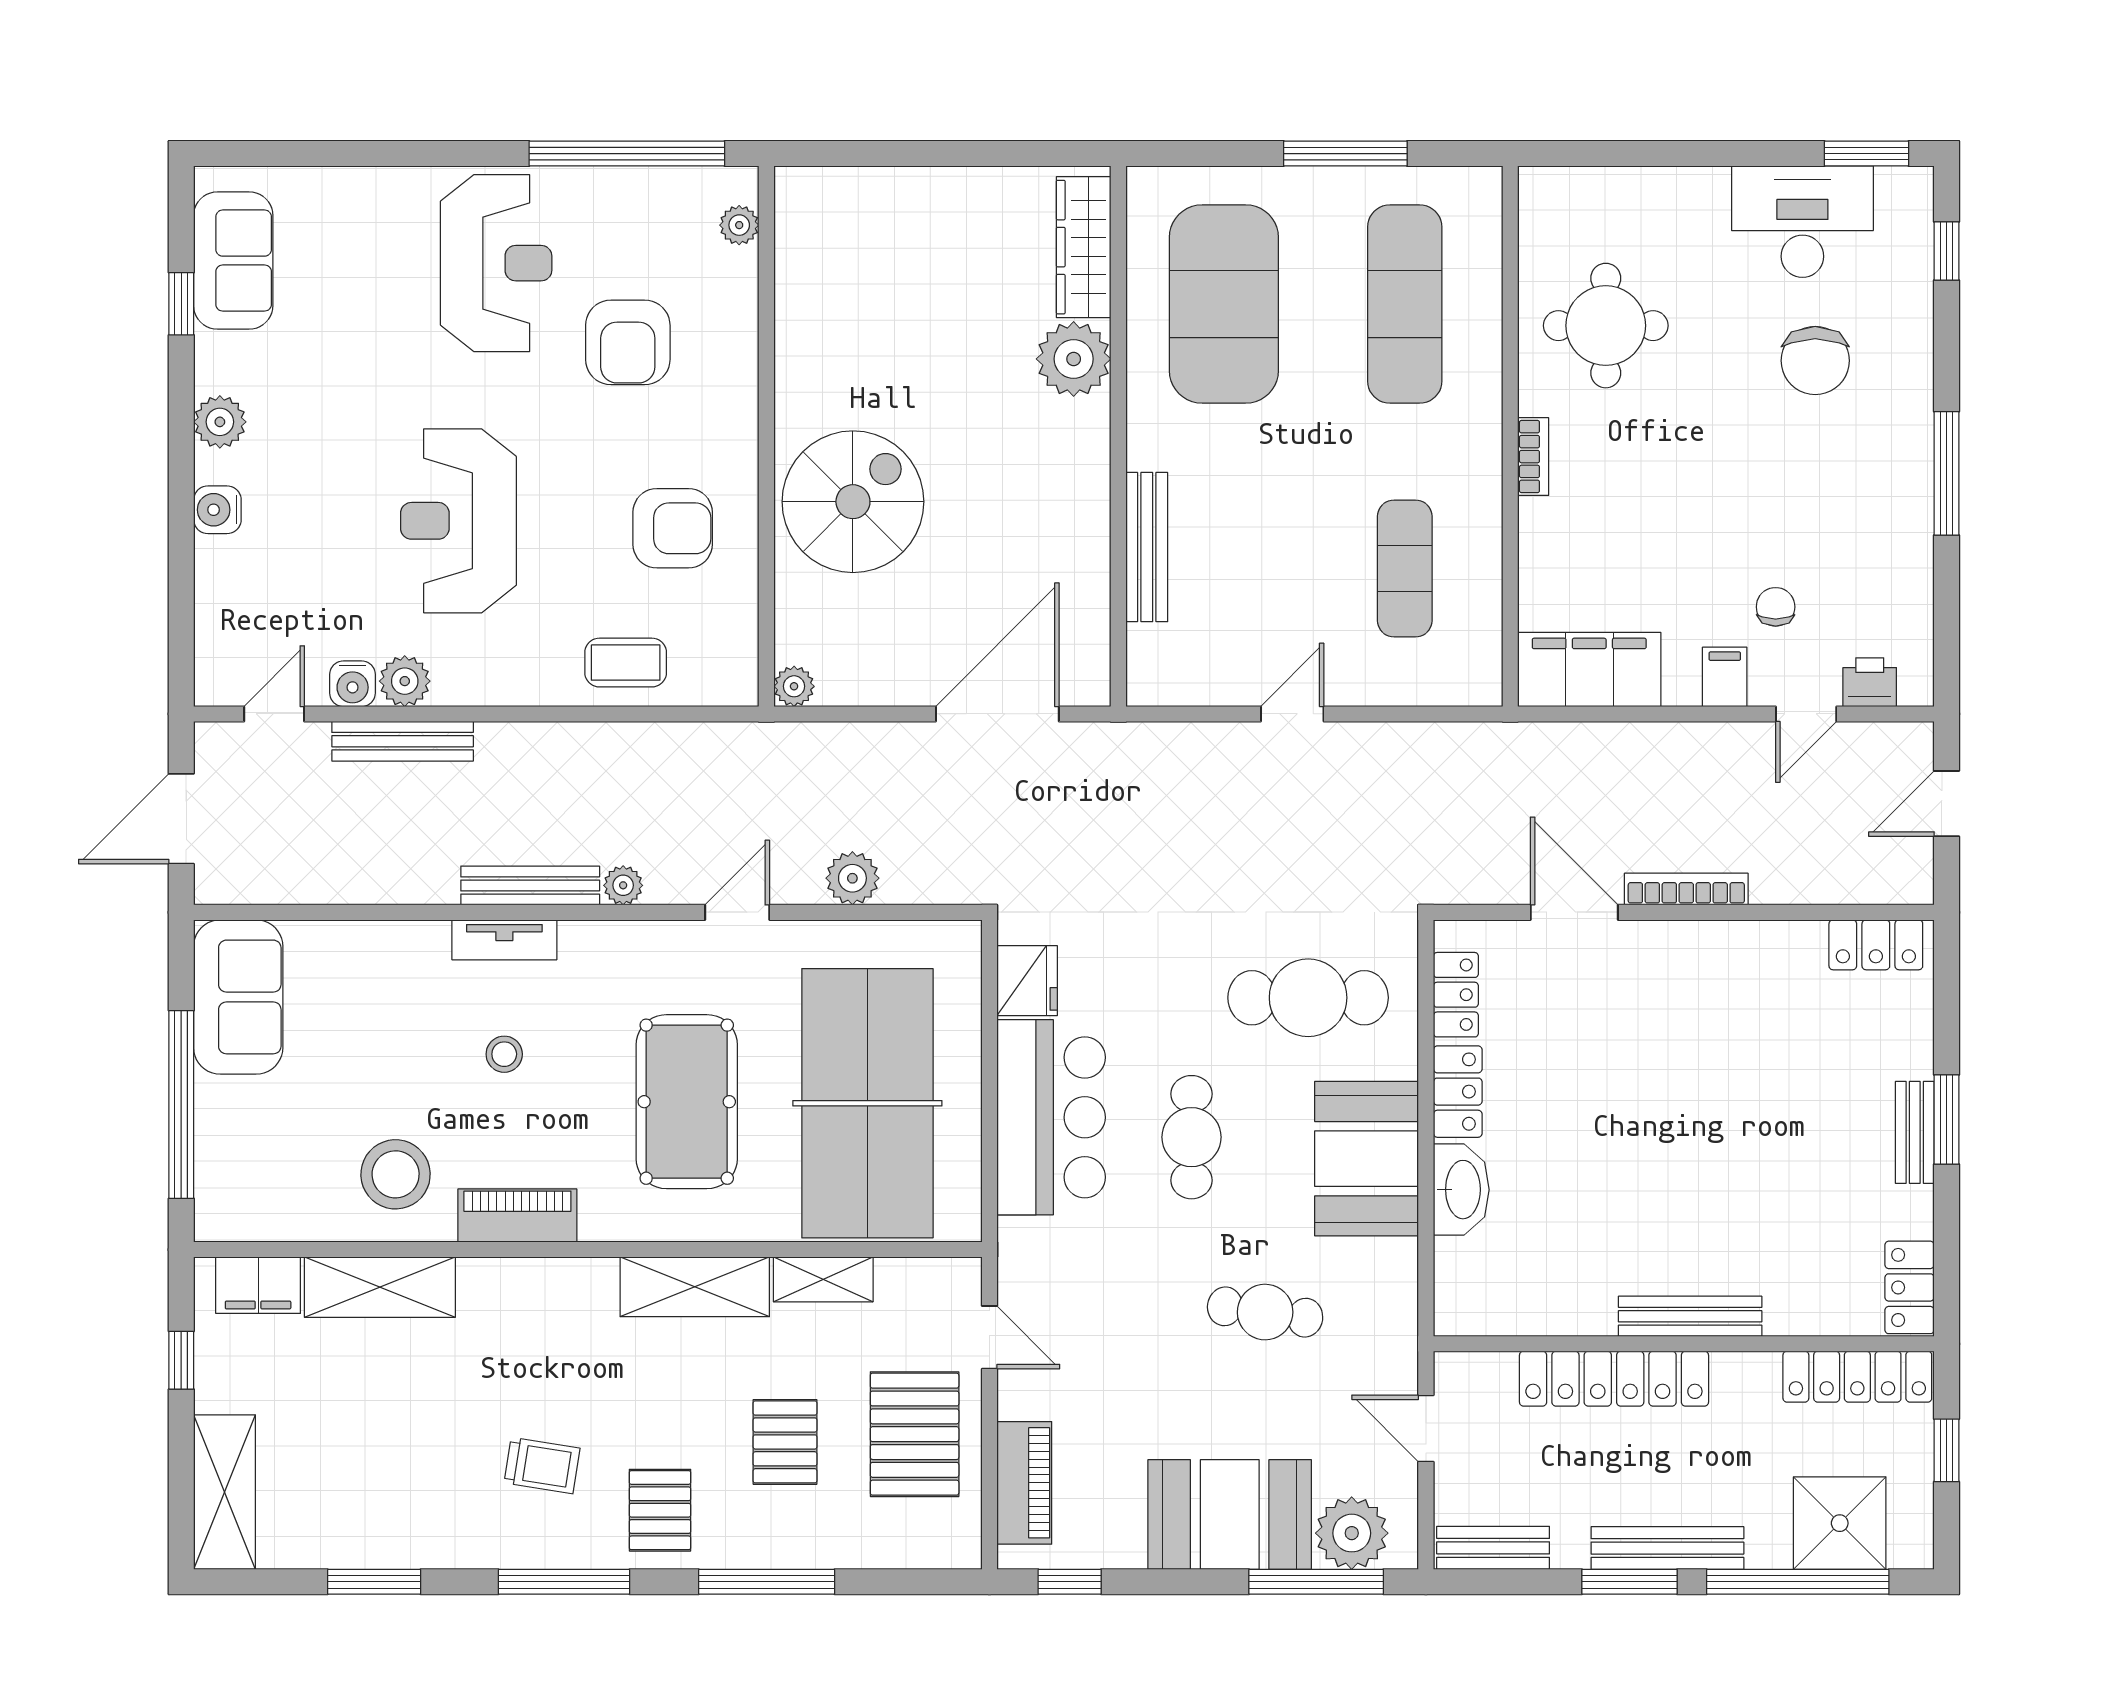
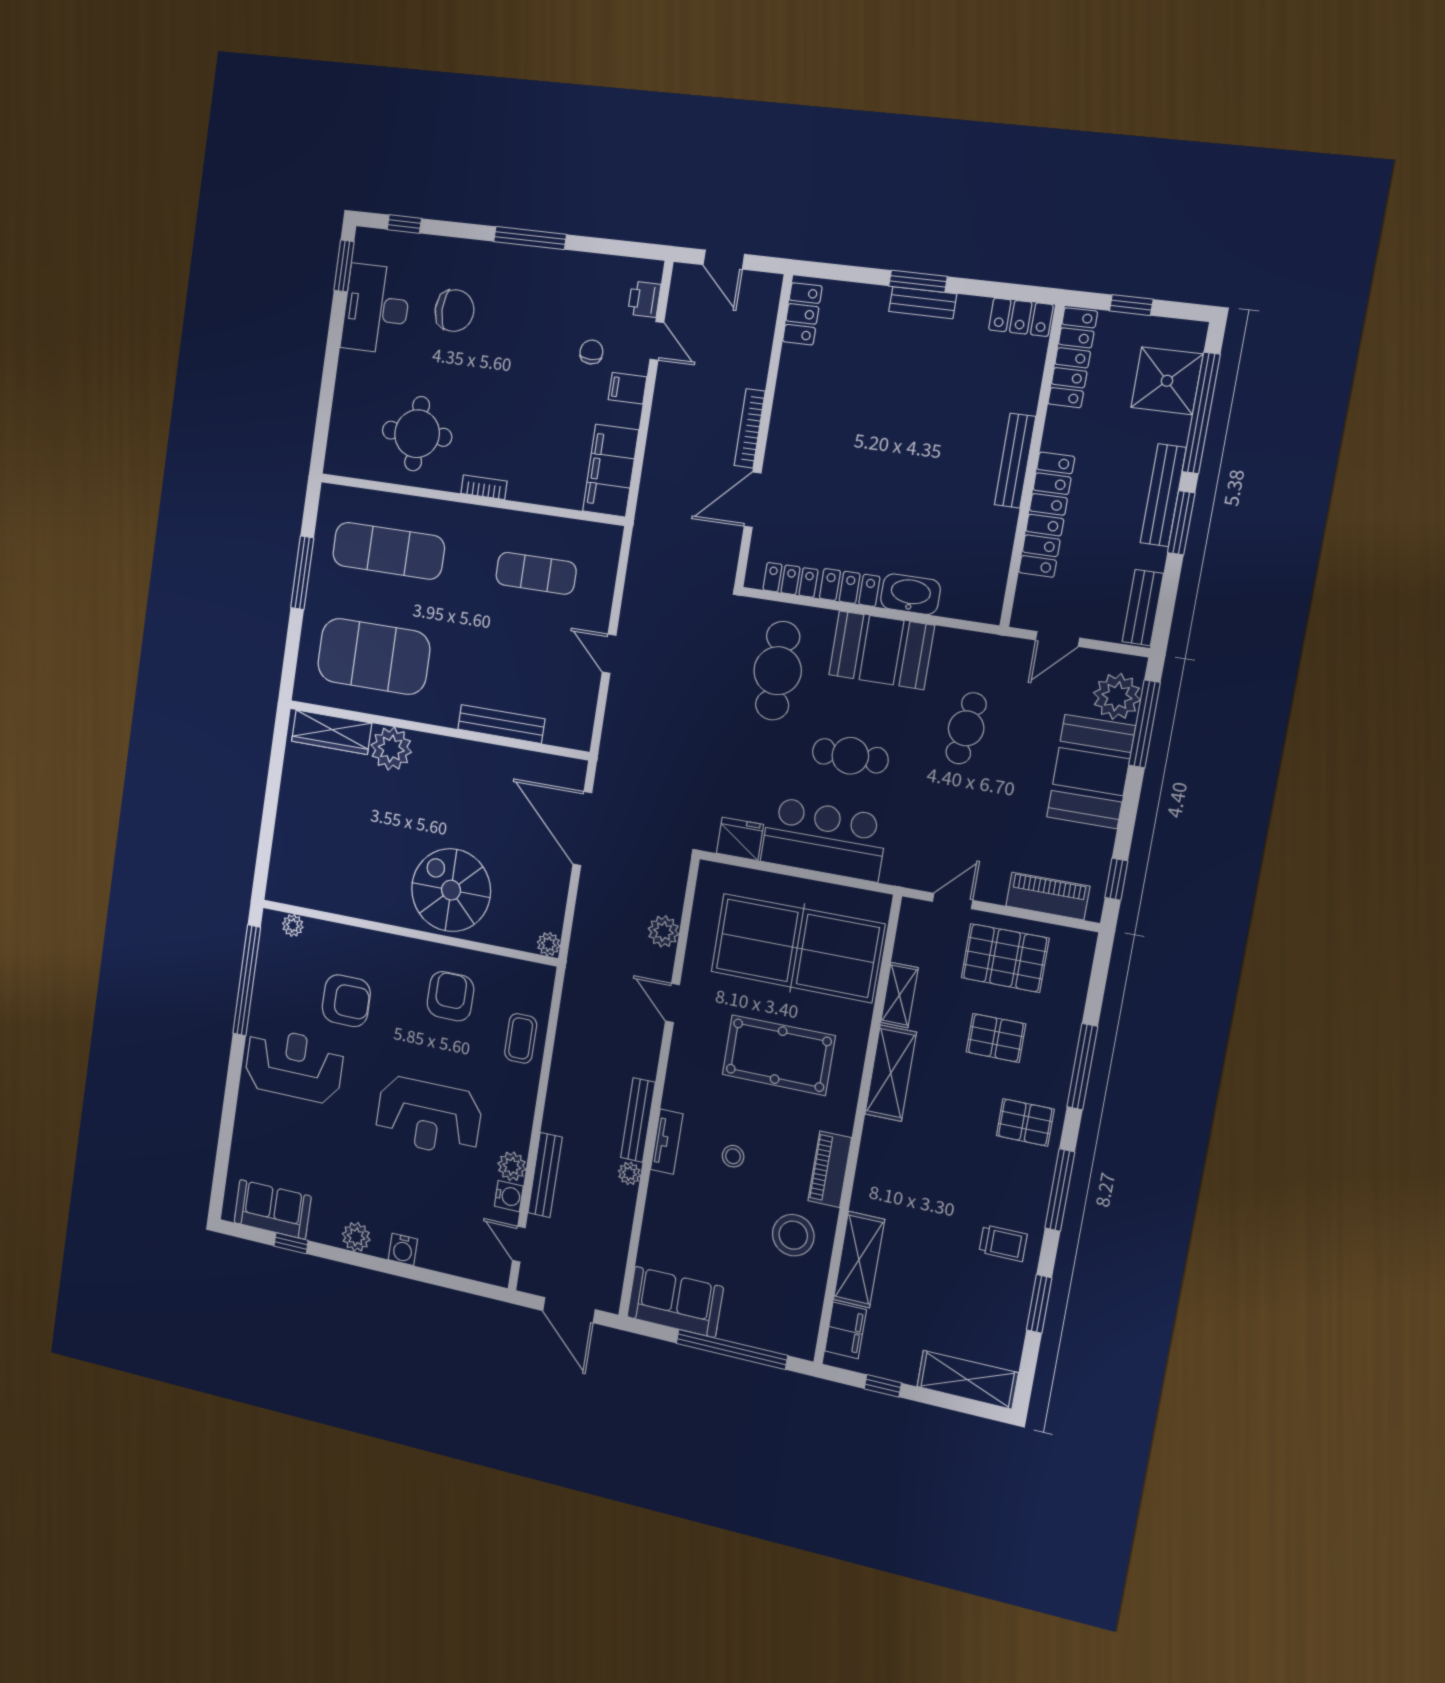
chair: (1776, 607) -> (591, 352), turned 90
plant: (623, 885) -> (629, 1173), moved
trolley: (542, 1466) -> (1003, 1243), moved, turned 81

